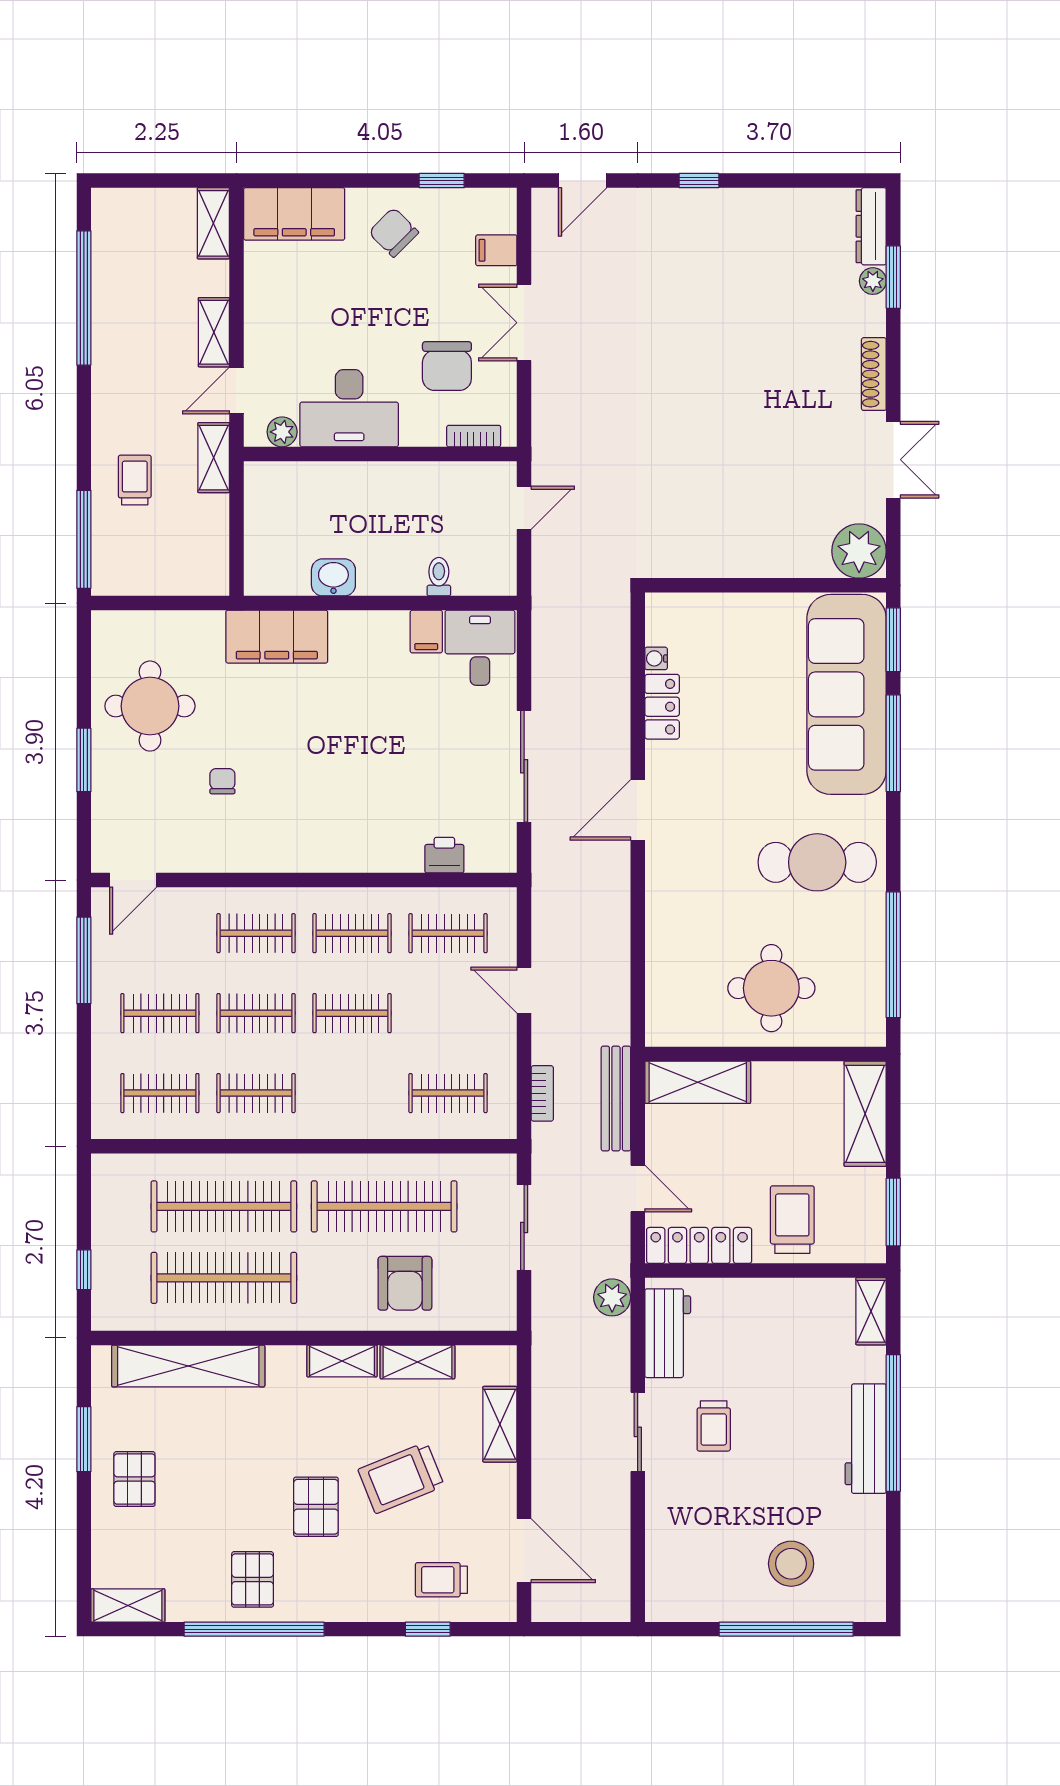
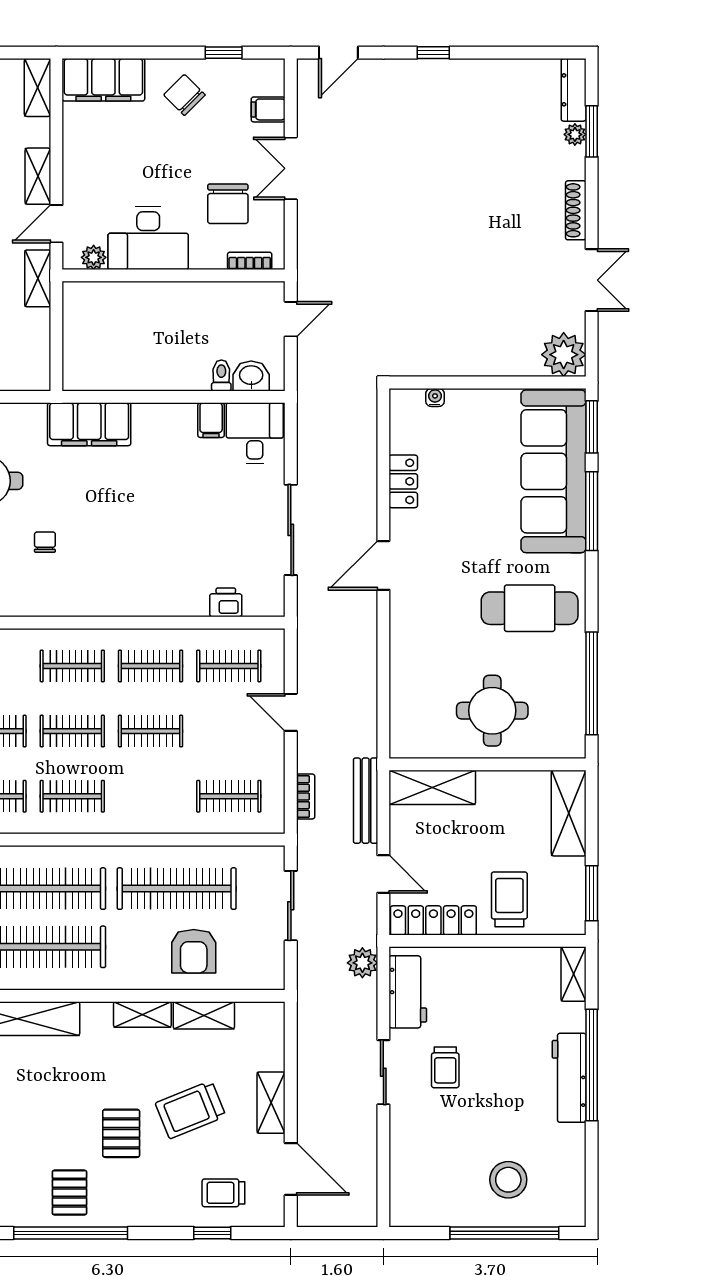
washbasin: (333, 577) -> (251, 376), moved
water cooler: (656, 658) -> (435, 397), moved, turned 90
shelving: (500, 1424) -> (271, 1103), moved

